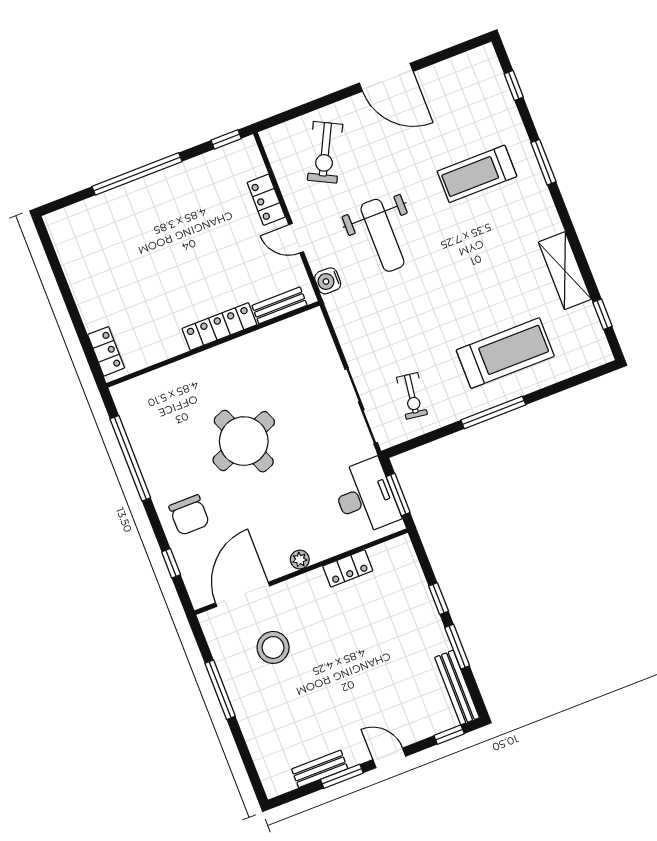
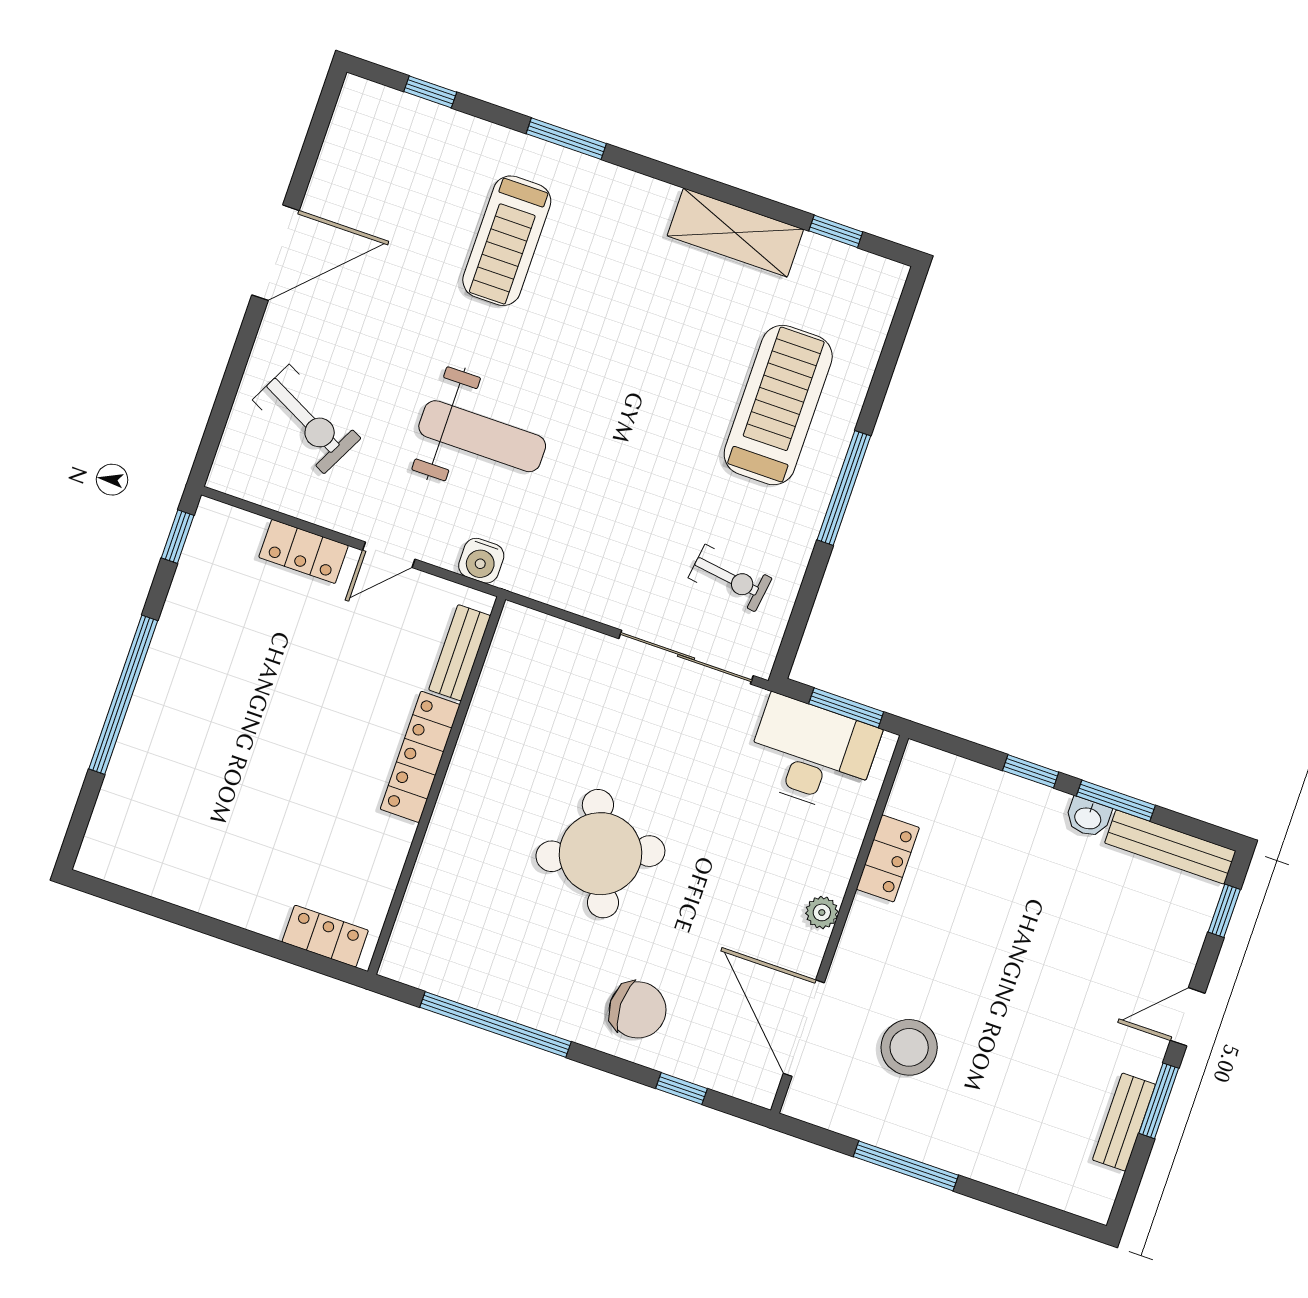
washbasin: (440, 641) -> (1088, 817), added

